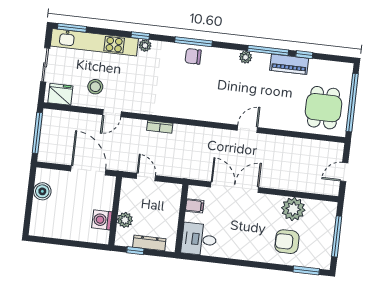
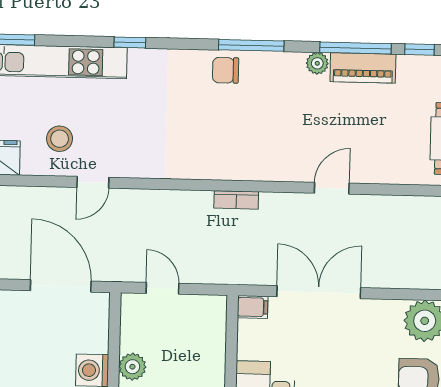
window: (194, 42) -> (251, 45), moved
plant: (145, 45) -> (140, 59), removed
piano: (289, 64) -> (363, 68), moved
bookcase: (160, 127) -> (236, 200), moved
filing cabinet: (195, 206) -> (253, 307), moved

